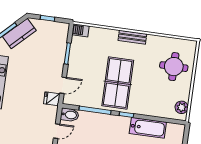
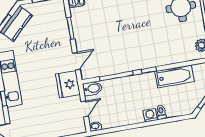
table tennis table: (118, 83) -> (130, 41), removed
fridge: (52, 99) -> (68, 84), width x1.88, depth x1.34

